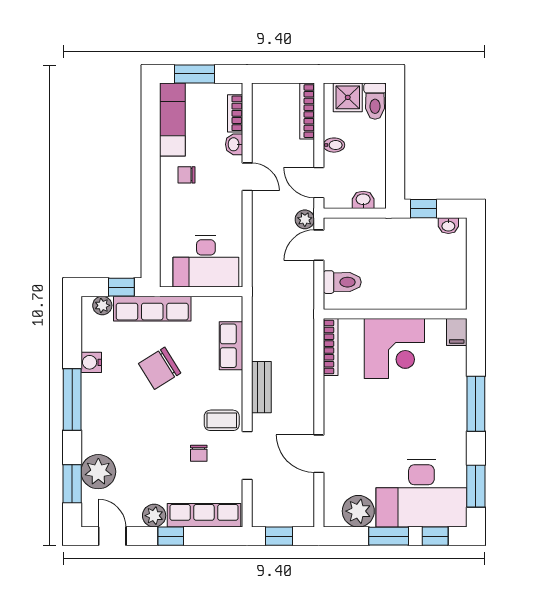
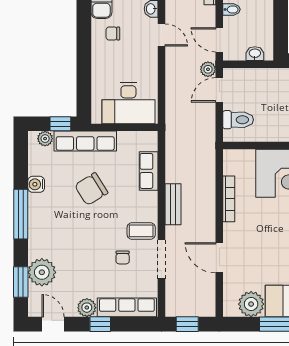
bookcase: (331, 347) -> (229, 199), moved

